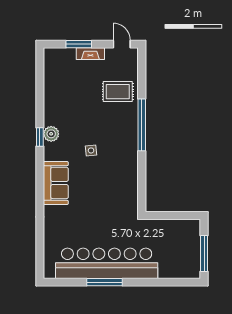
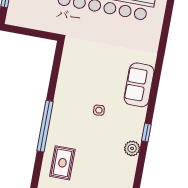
rug: (118, 92) -> (62, 163), turned 90
plant: (51, 134) -> (132, 148), moved

